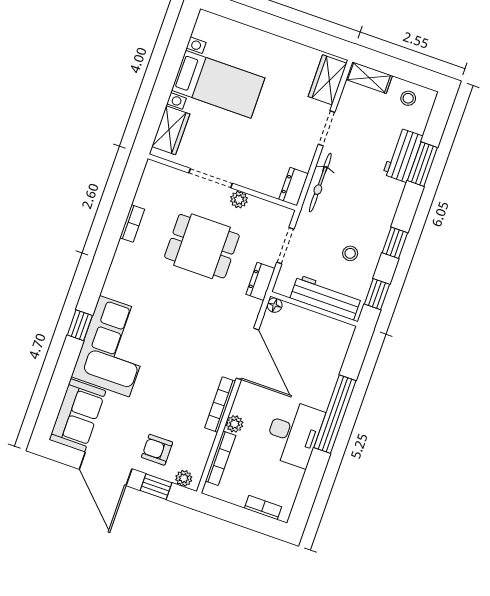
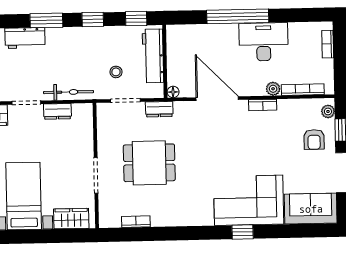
window: (422, 164) -> (46, 20), moved
dresser: (294, 187) -> (57, 111), moved
plant: (239, 200) -> (104, 148), removed
bookcase: (132, 223) -> (136, 222), moved
dining table: (202, 246) -> (149, 163), turned 90
stool: (350, 253) -> (116, 72), moved
door: (247, 354) -> (217, 99), hinge flipped
bookcase: (220, 405) -> (263, 105), width x0.64

